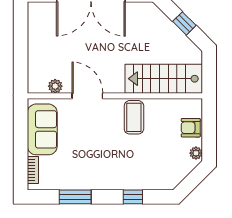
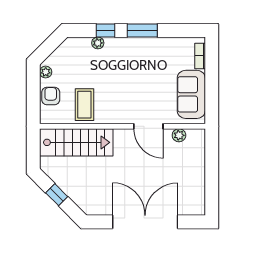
coffee table: (134, 117) -> (84, 105), moved
armchair: (191, 128) -> (51, 96), turned -90
plant: (141, 184) -> (98, 43), added
window: (75, 197) -> (142, 31), moved

